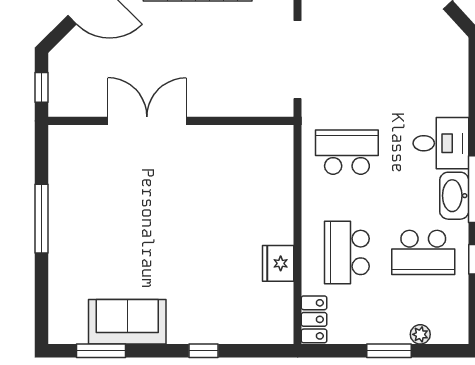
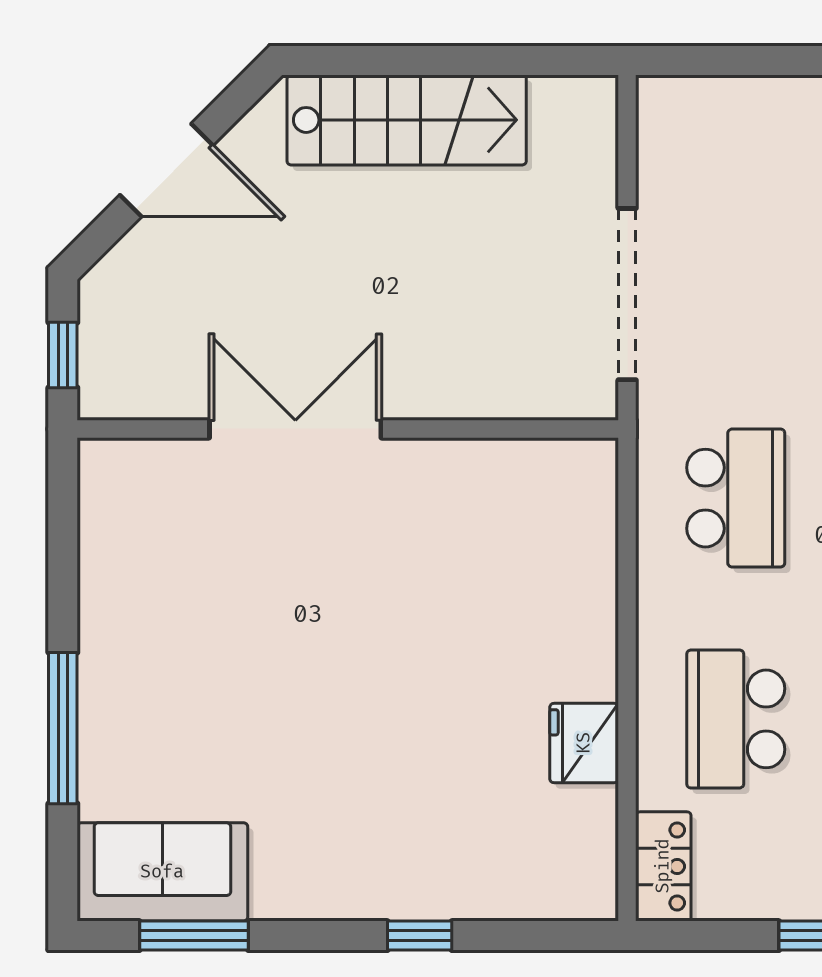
school desk: (347, 152) -> (736, 498), turned 90
window: (42, 219) -> (63, 728), moved
sofa: (127, 322) -> (162, 872), moved

